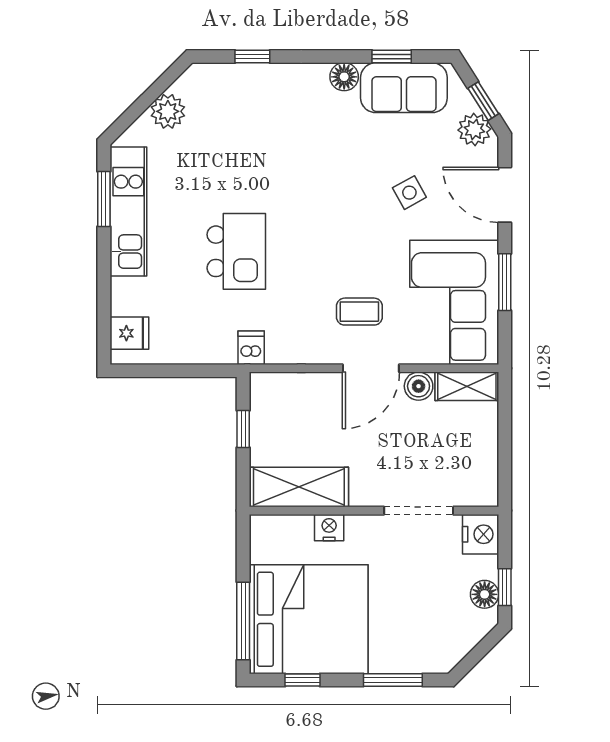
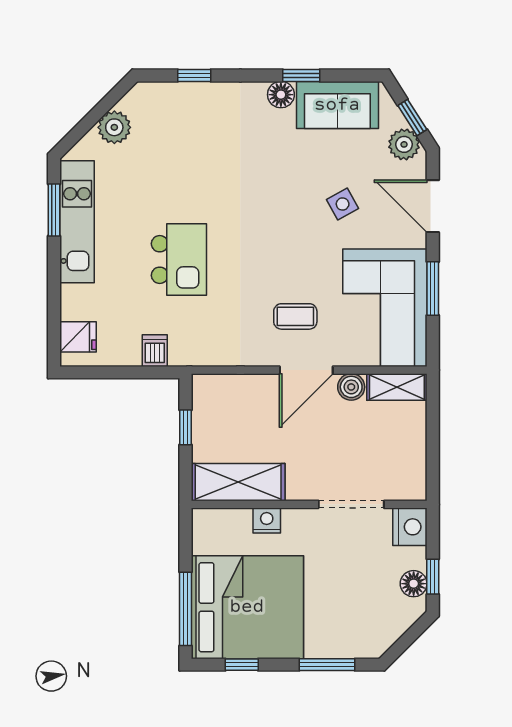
window: (392, 56) -> (301, 75), moved
dishwasher: (251, 348) -> (155, 351), moved

